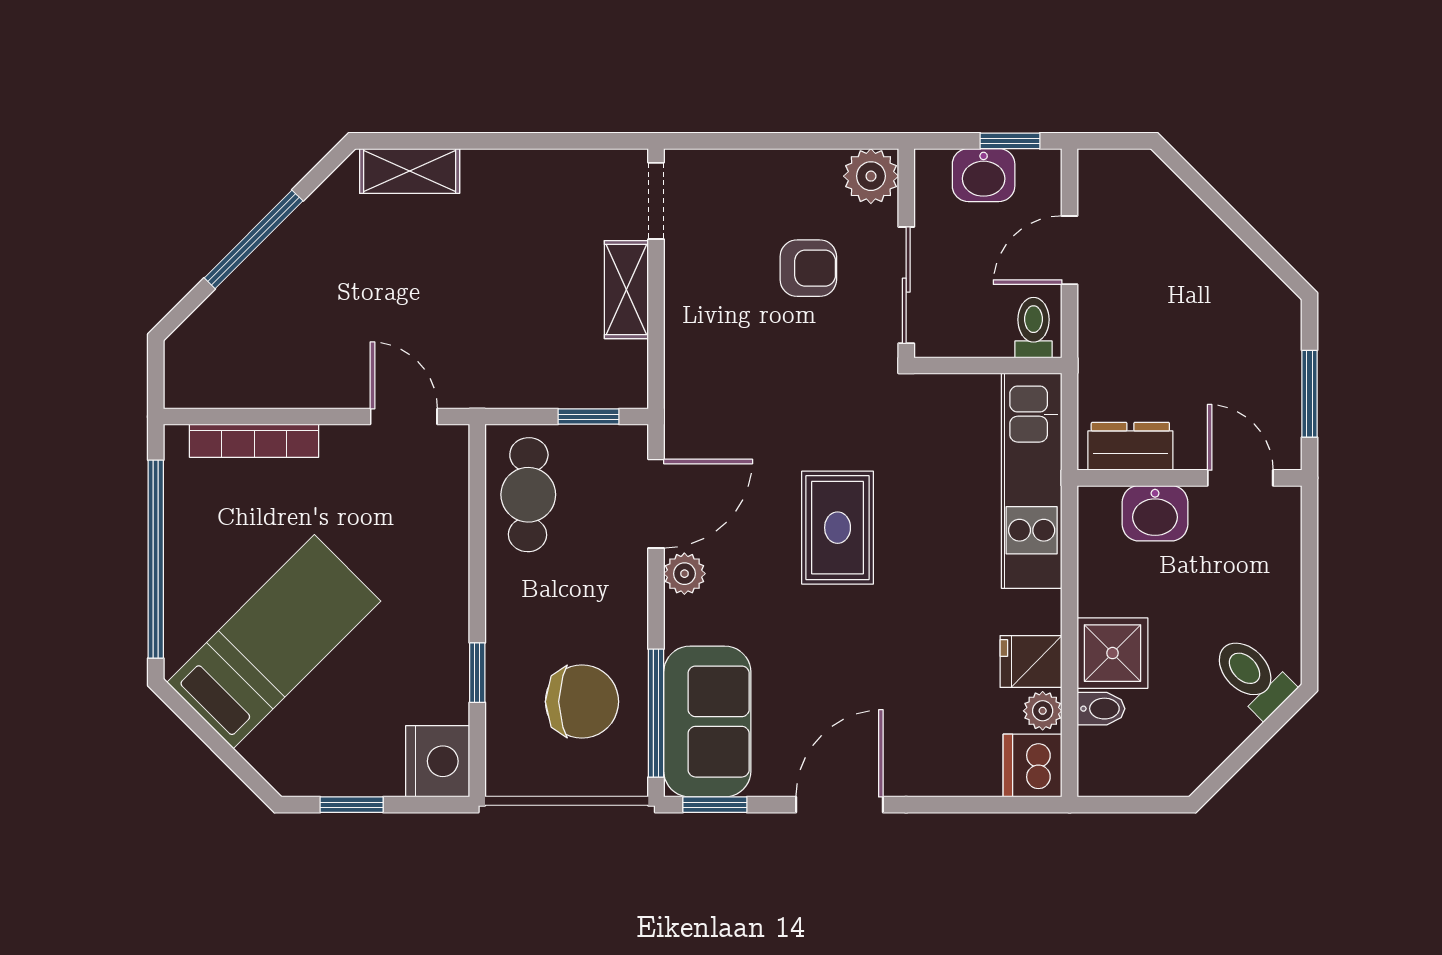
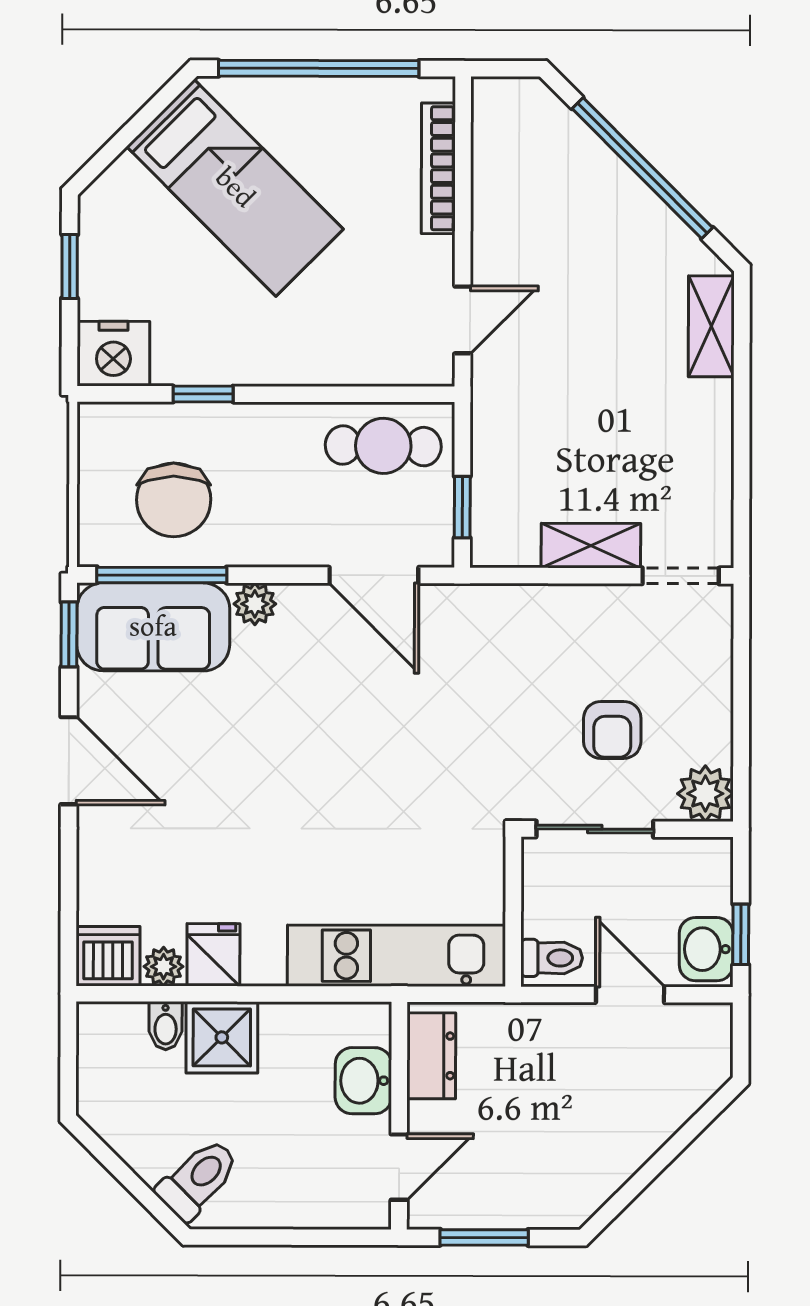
washbasin: (984, 175) -> (706, 949), moved
window: (254, 239) -> (642, 168), width x1.46
rug: (838, 528) -> (349, 759), removed
plant: (684, 574) -> (255, 604), moved

